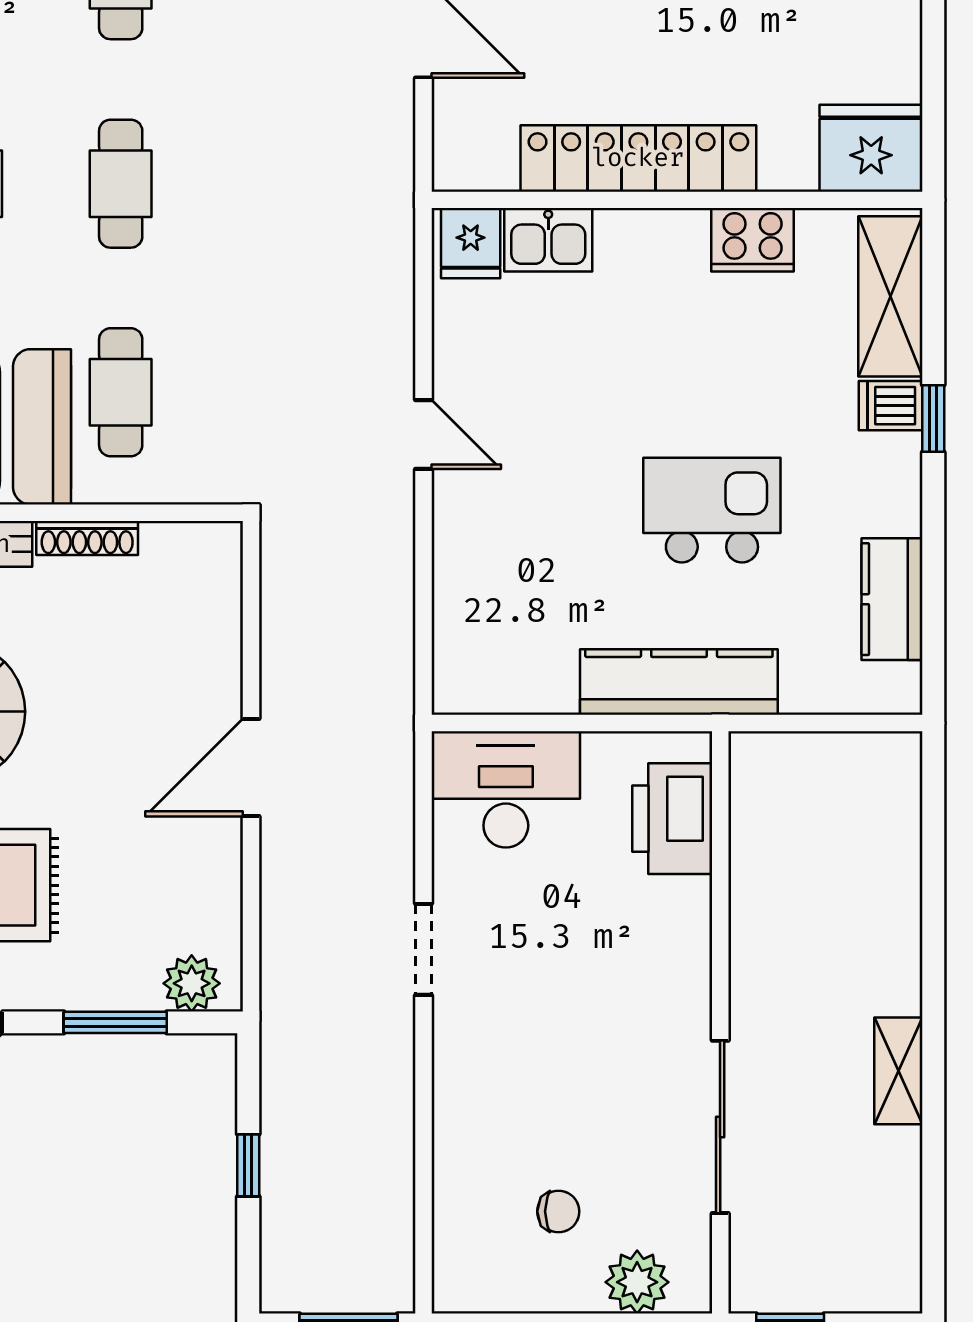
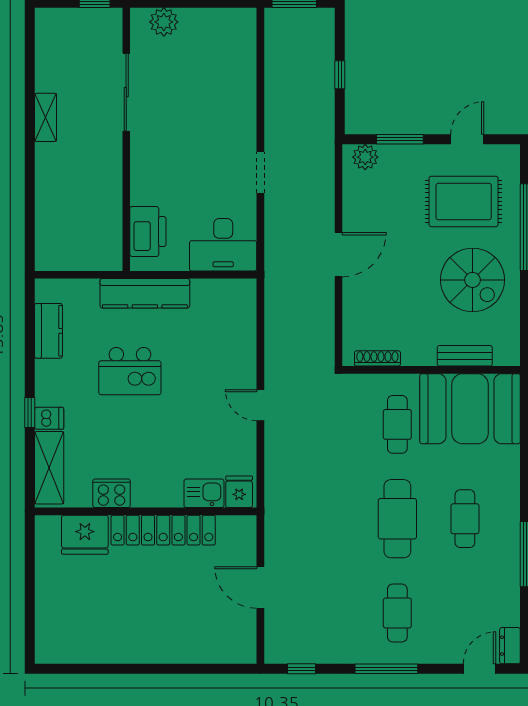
fridge: (871, 148) -> (85, 535), moved
cafe table: (121, 184) -> (397, 519), width x1.37, depth x1.35
shoe rack: (87, 538) -> (377, 358), moved
chair: (558, 1211) -> (199, 54), removed

